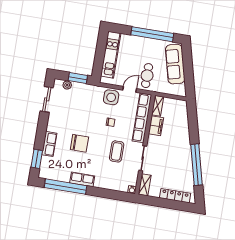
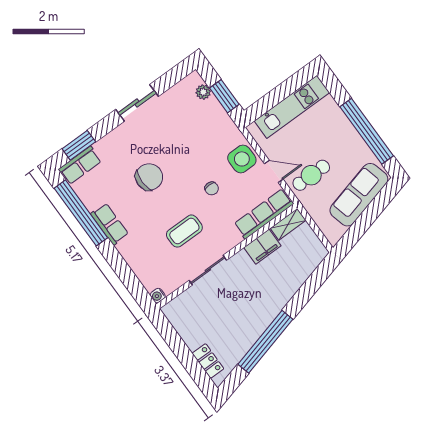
sliding door: (47, 99) -> (137, 103), moved
row of seats: (142, 118) -> (264, 214), width x0.73
chair: (79, 143) -> (149, 177), turned -90
row of seats: (49, 144) -> (80, 165), moved
shelving: (145, 185) -> (179, 305), removed
locker: (175, 196) -> (208, 361), width x0.66

